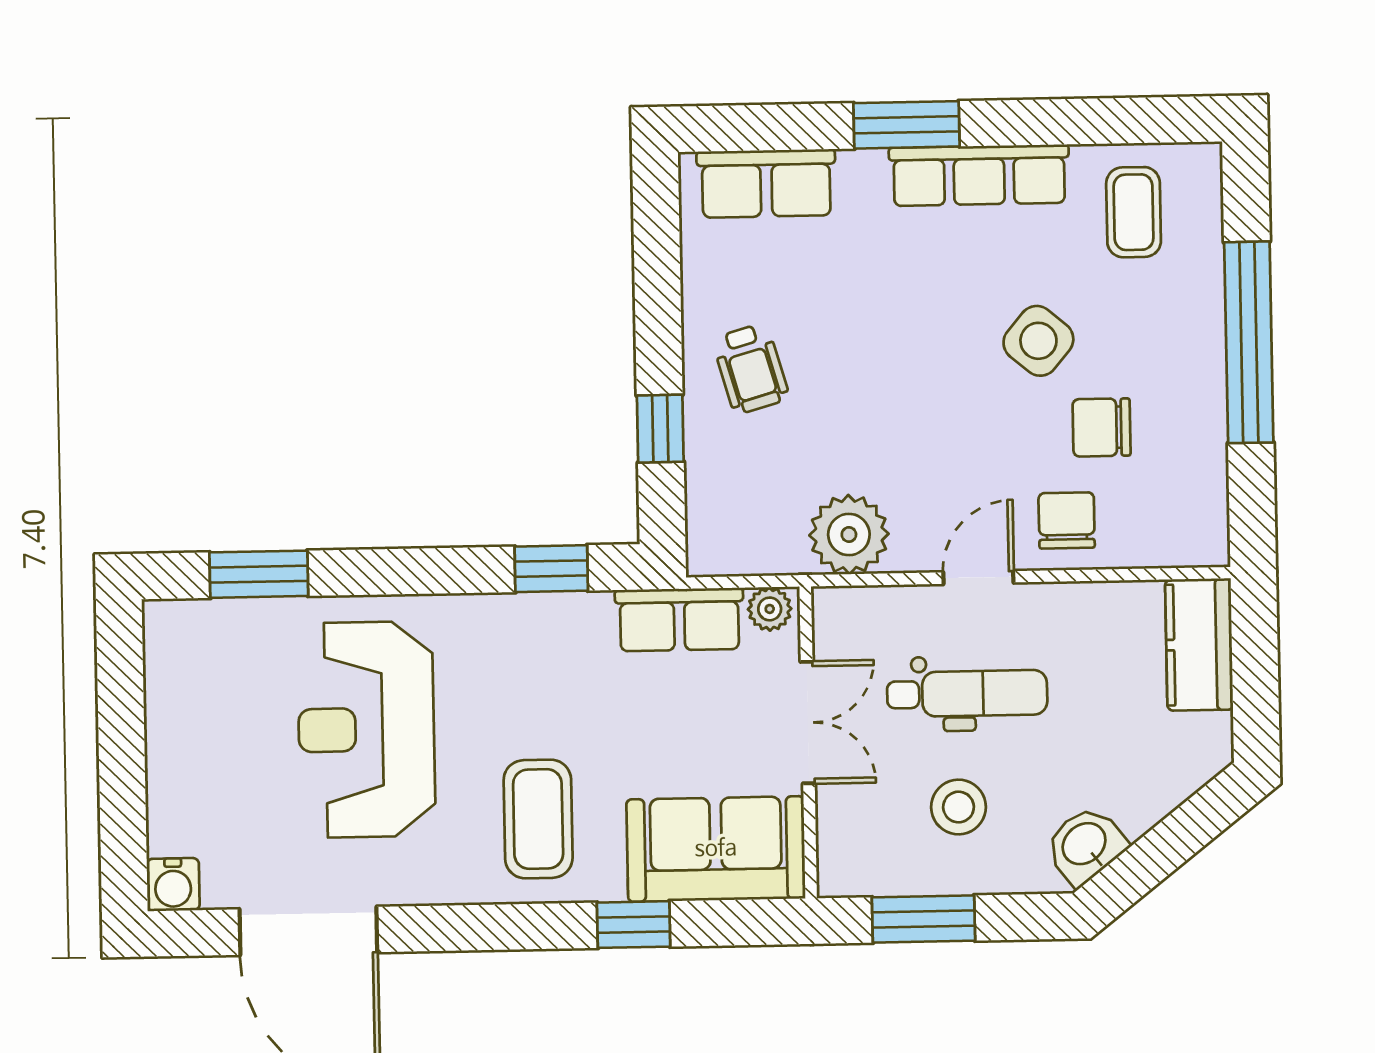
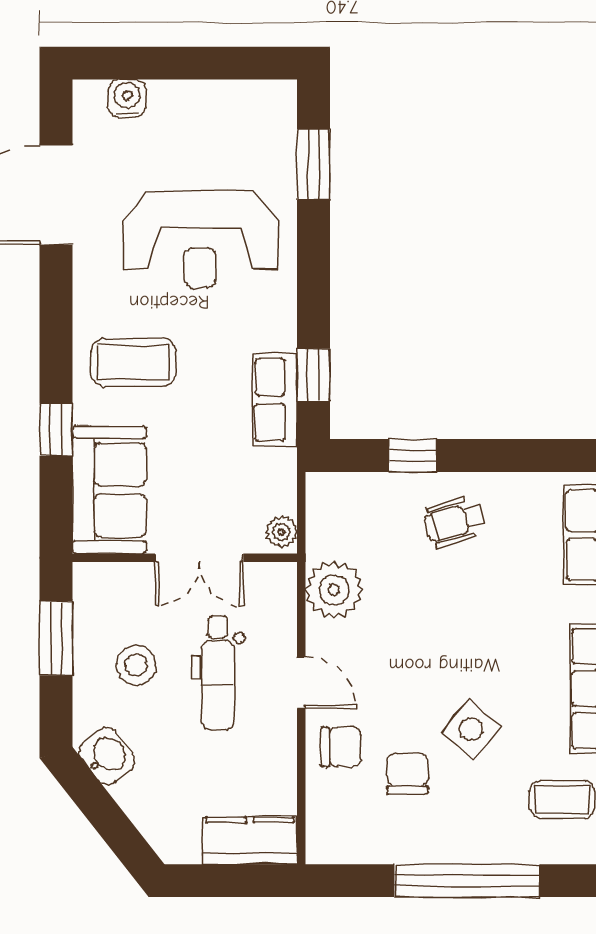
row of seats: (679, 620) -> (275, 400), moved
reception desk: (366, 729) -> (200, 240), turned 180
water cooler: (173, 885) -> (127, 98), moved, turned 90

